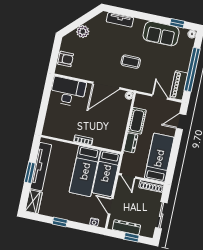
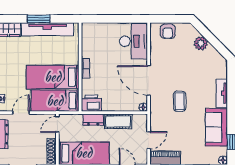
tv unit: (120, 20) -> (222, 93), moved
printer: (116, 141) -> (91, 103), added

